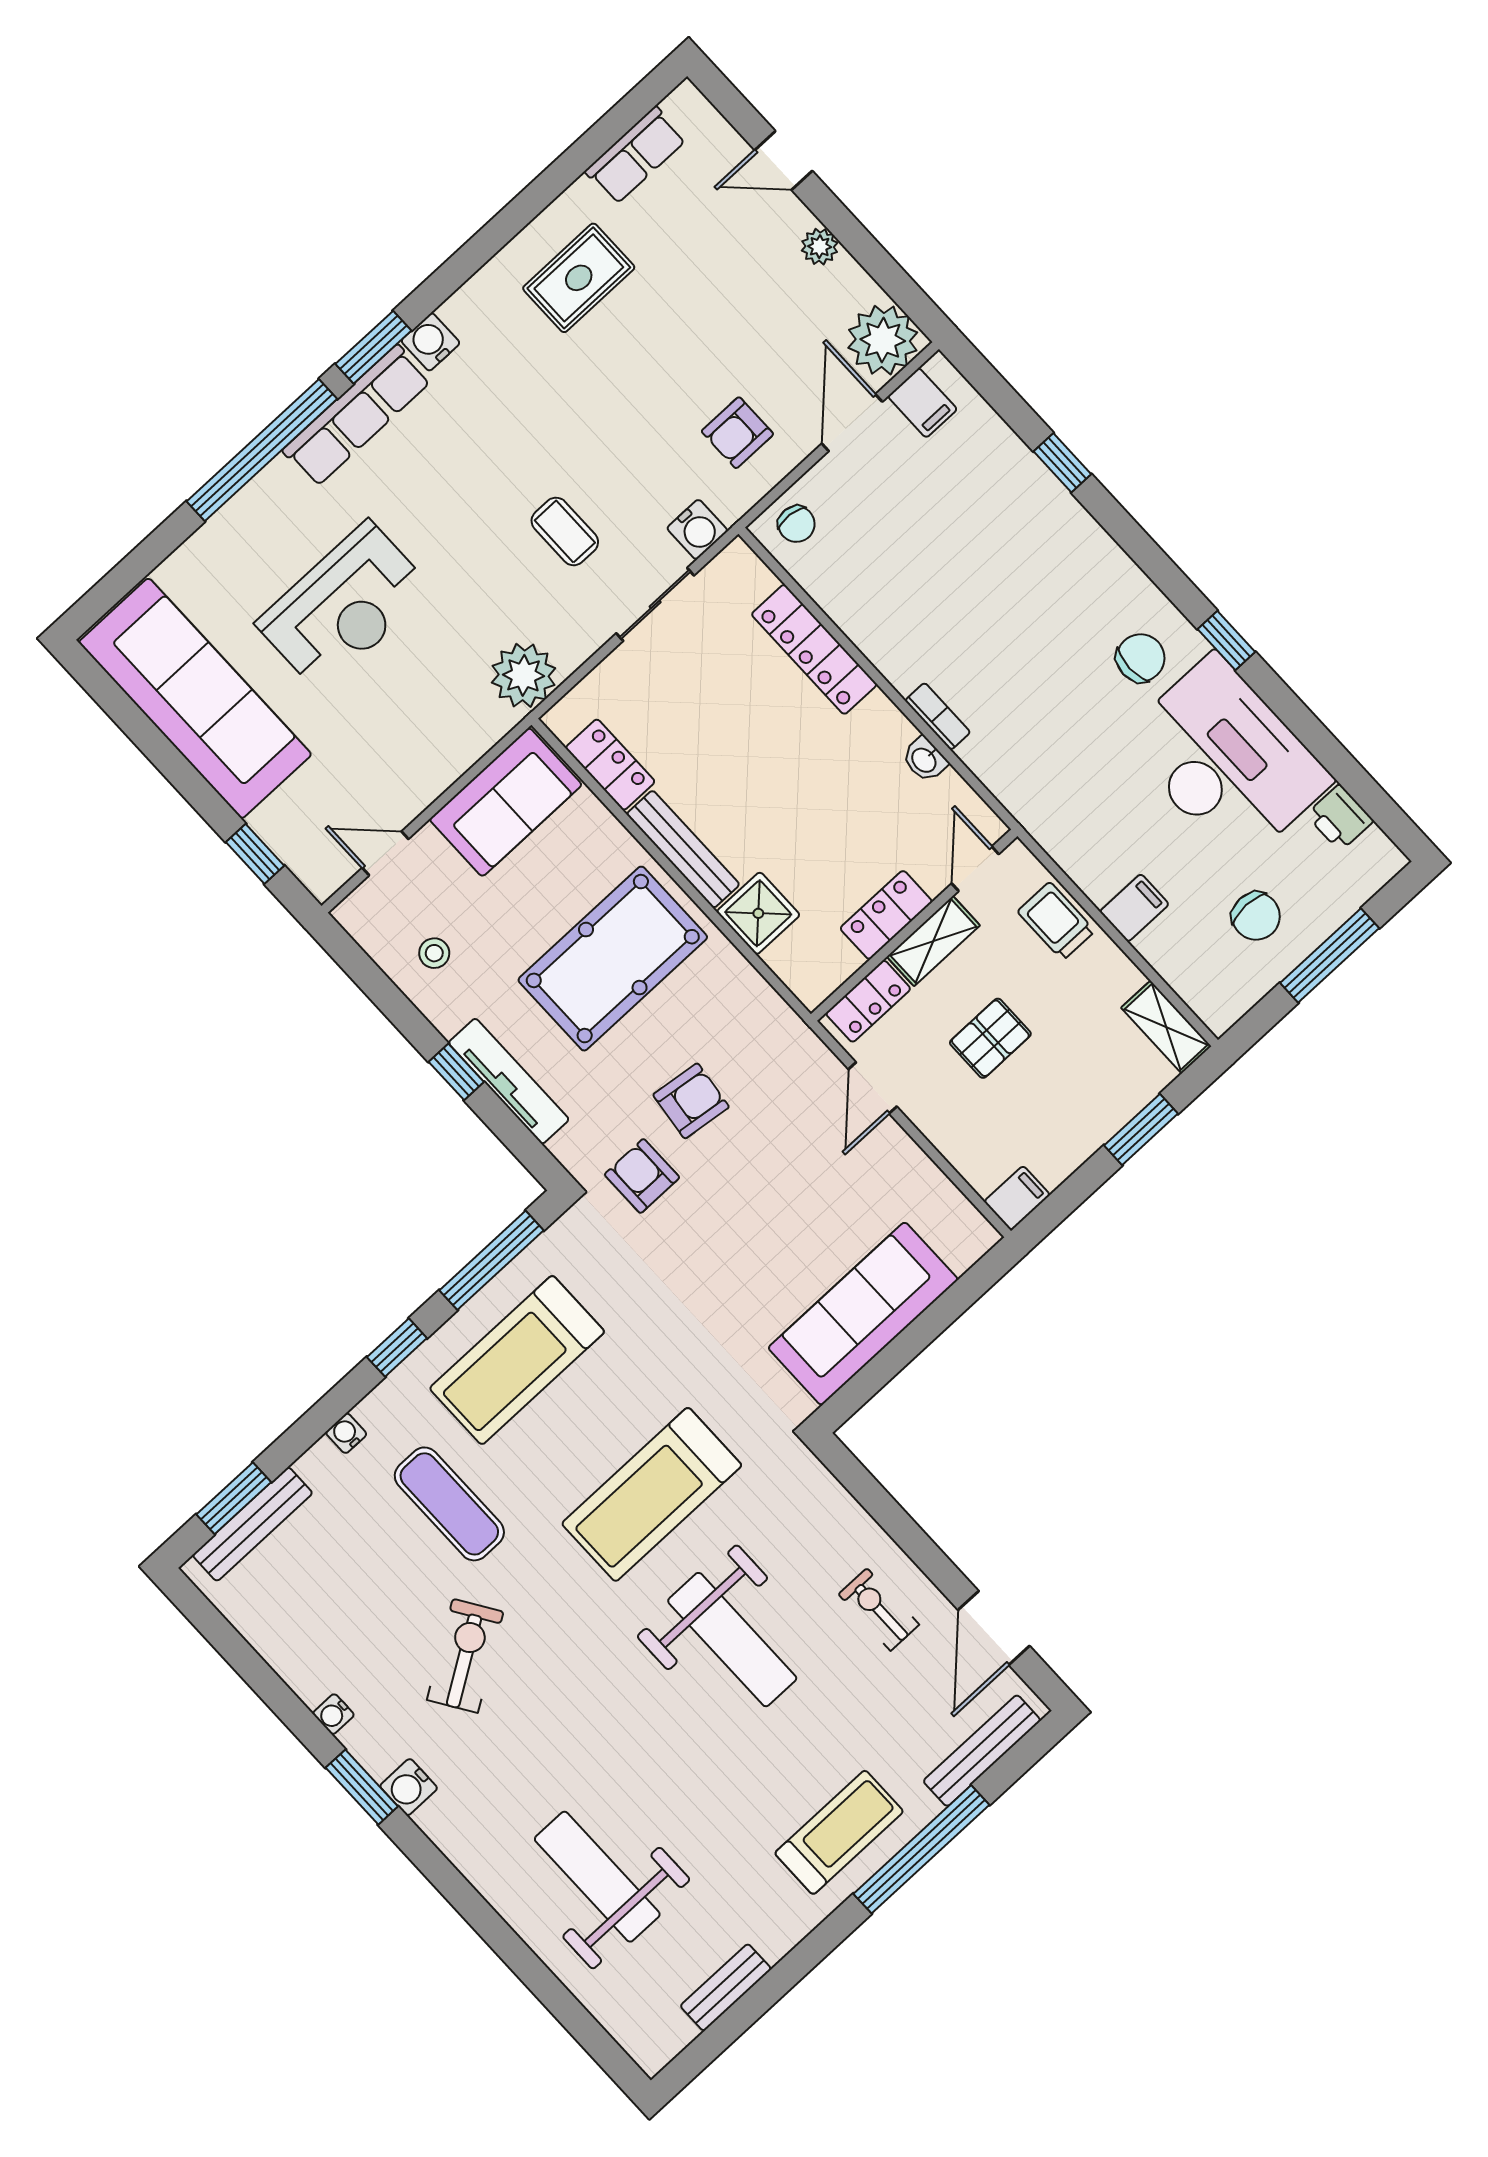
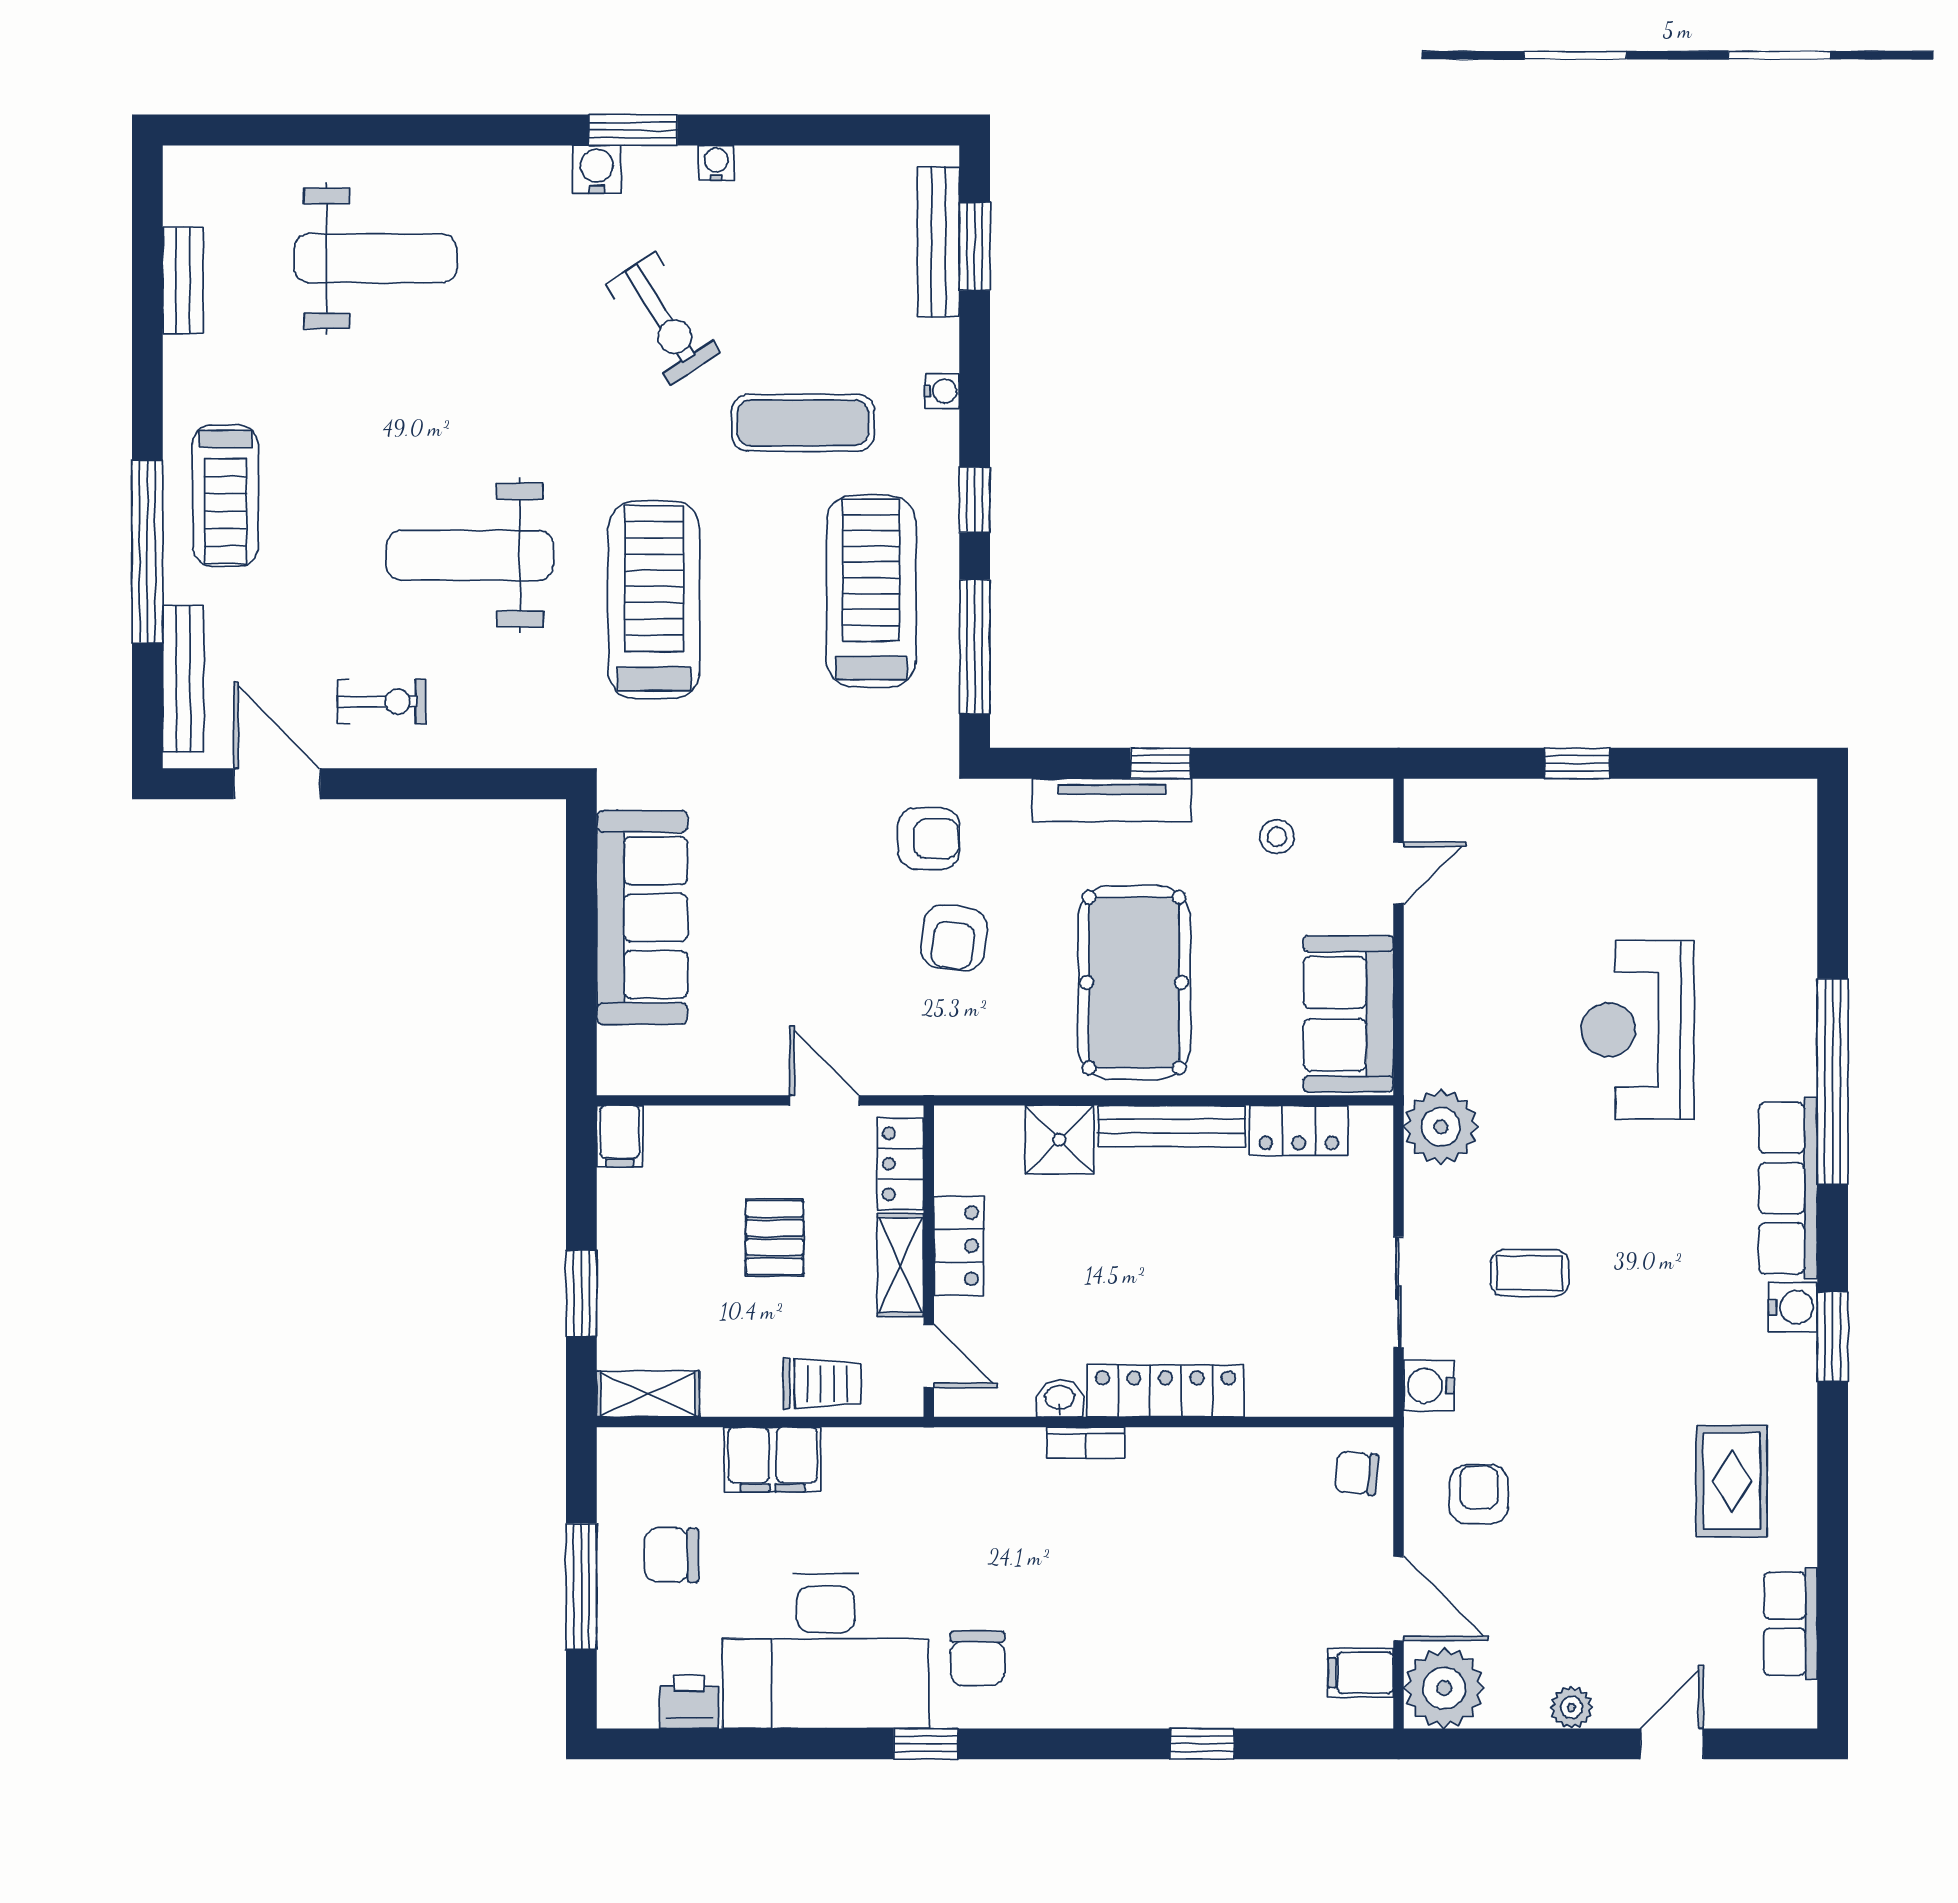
window: (373, 347) -> (1833, 1337), moved
locker: (814, 649) -> (1165, 1391), moved
sofa: (195, 698) -> (1676, 833), removed
window: (255, 854) -> (1577, 763), moved
filing cabinet: (1134, 908) -> (773, 1459), width x2.00

